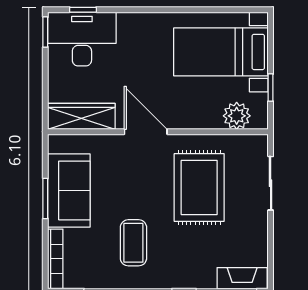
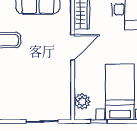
rug: (199, 188) -> (39, 79), removed

